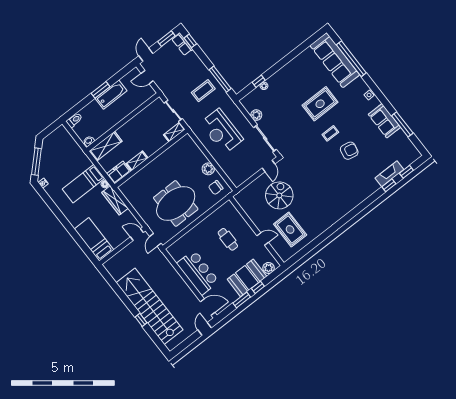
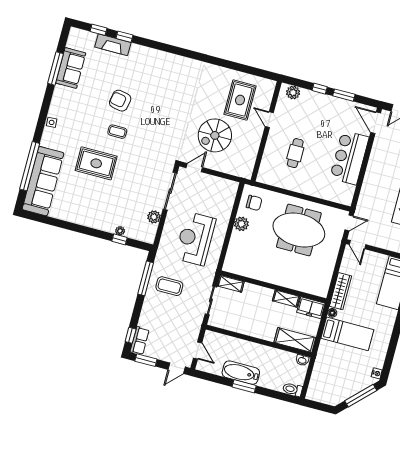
sofa: (384, 121) -> (71, 68), moved
reception desk: (221, 131) -> (195, 239), turned 180
booth: (247, 278) -> (318, 106), removed

